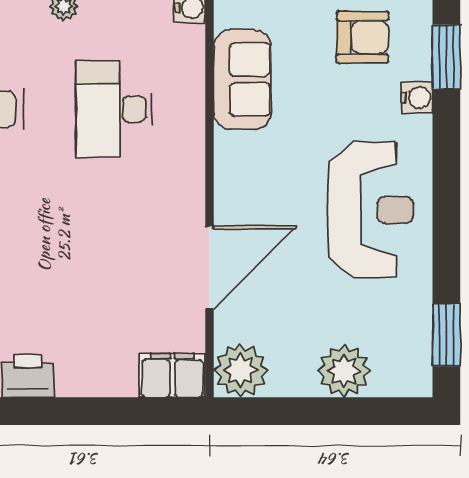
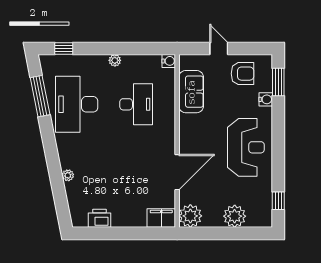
desk: (114, 109) -> (136, 104), turned 180
window: (446, 335) -> (278, 201), width x0.67

